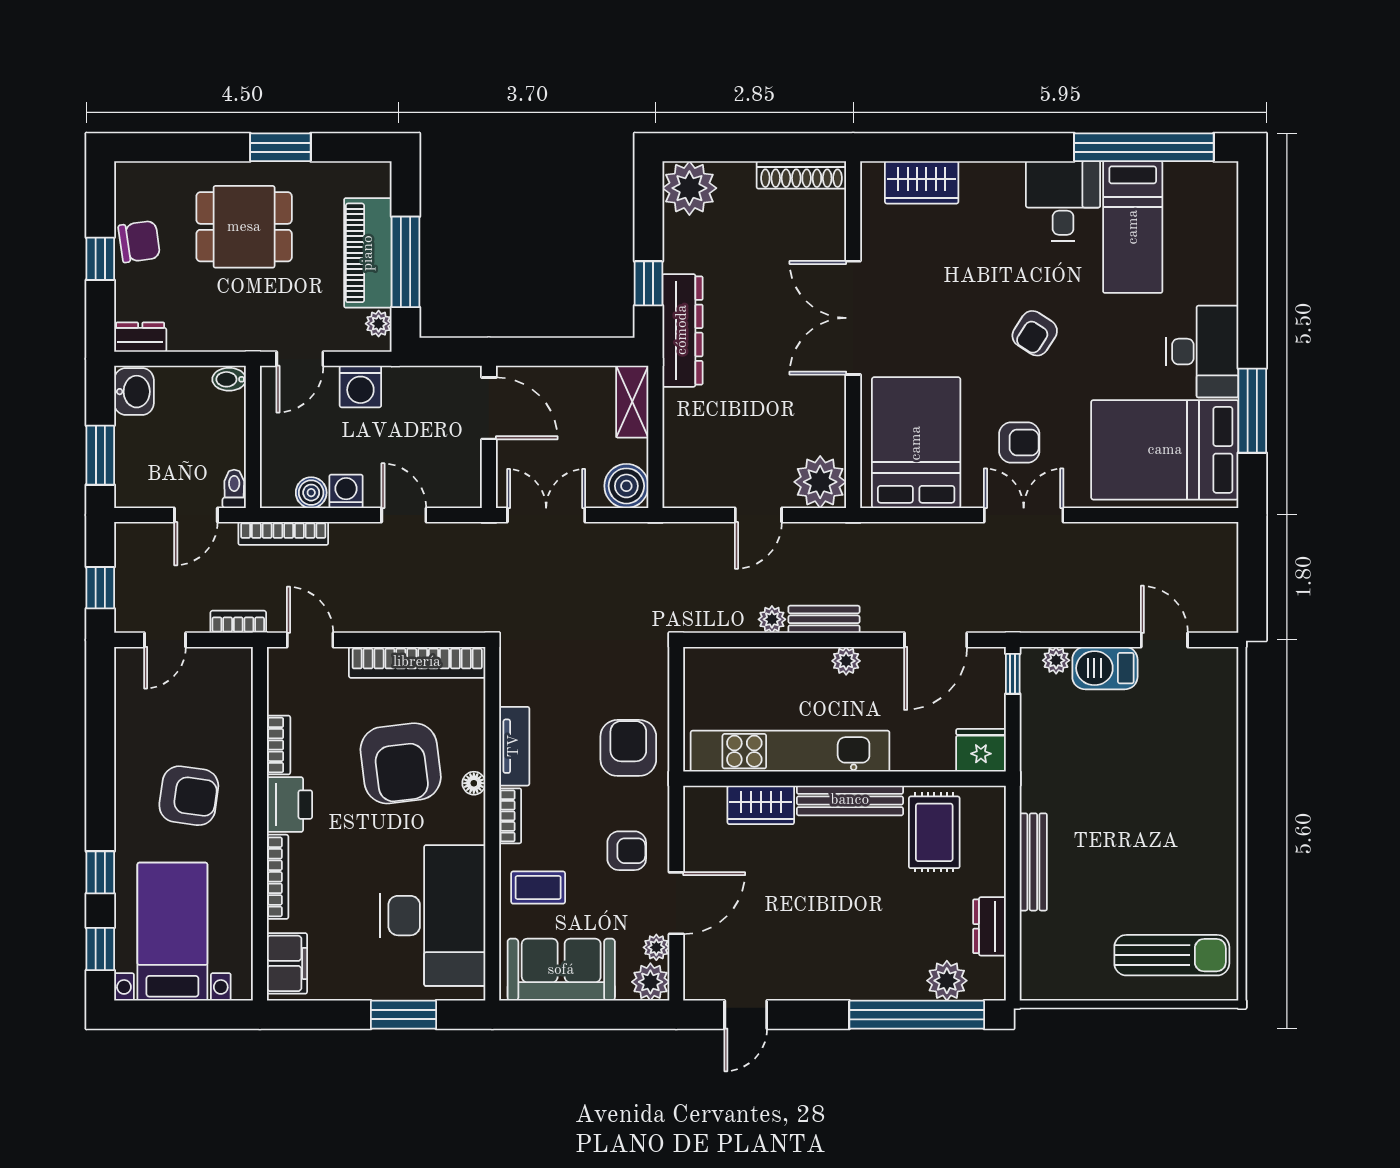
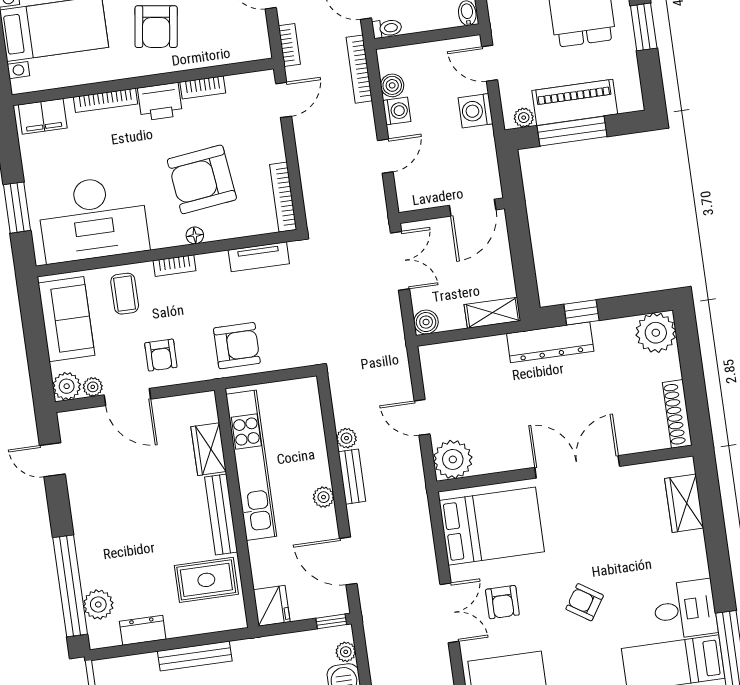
boiler: (626, 486) -> (426, 322), width x0.73, depth x0.73
bookcase: (417, 662) -> (283, 197), width x0.68, depth x0.76
tv unit: (514, 746) -> (259, 257), moved

